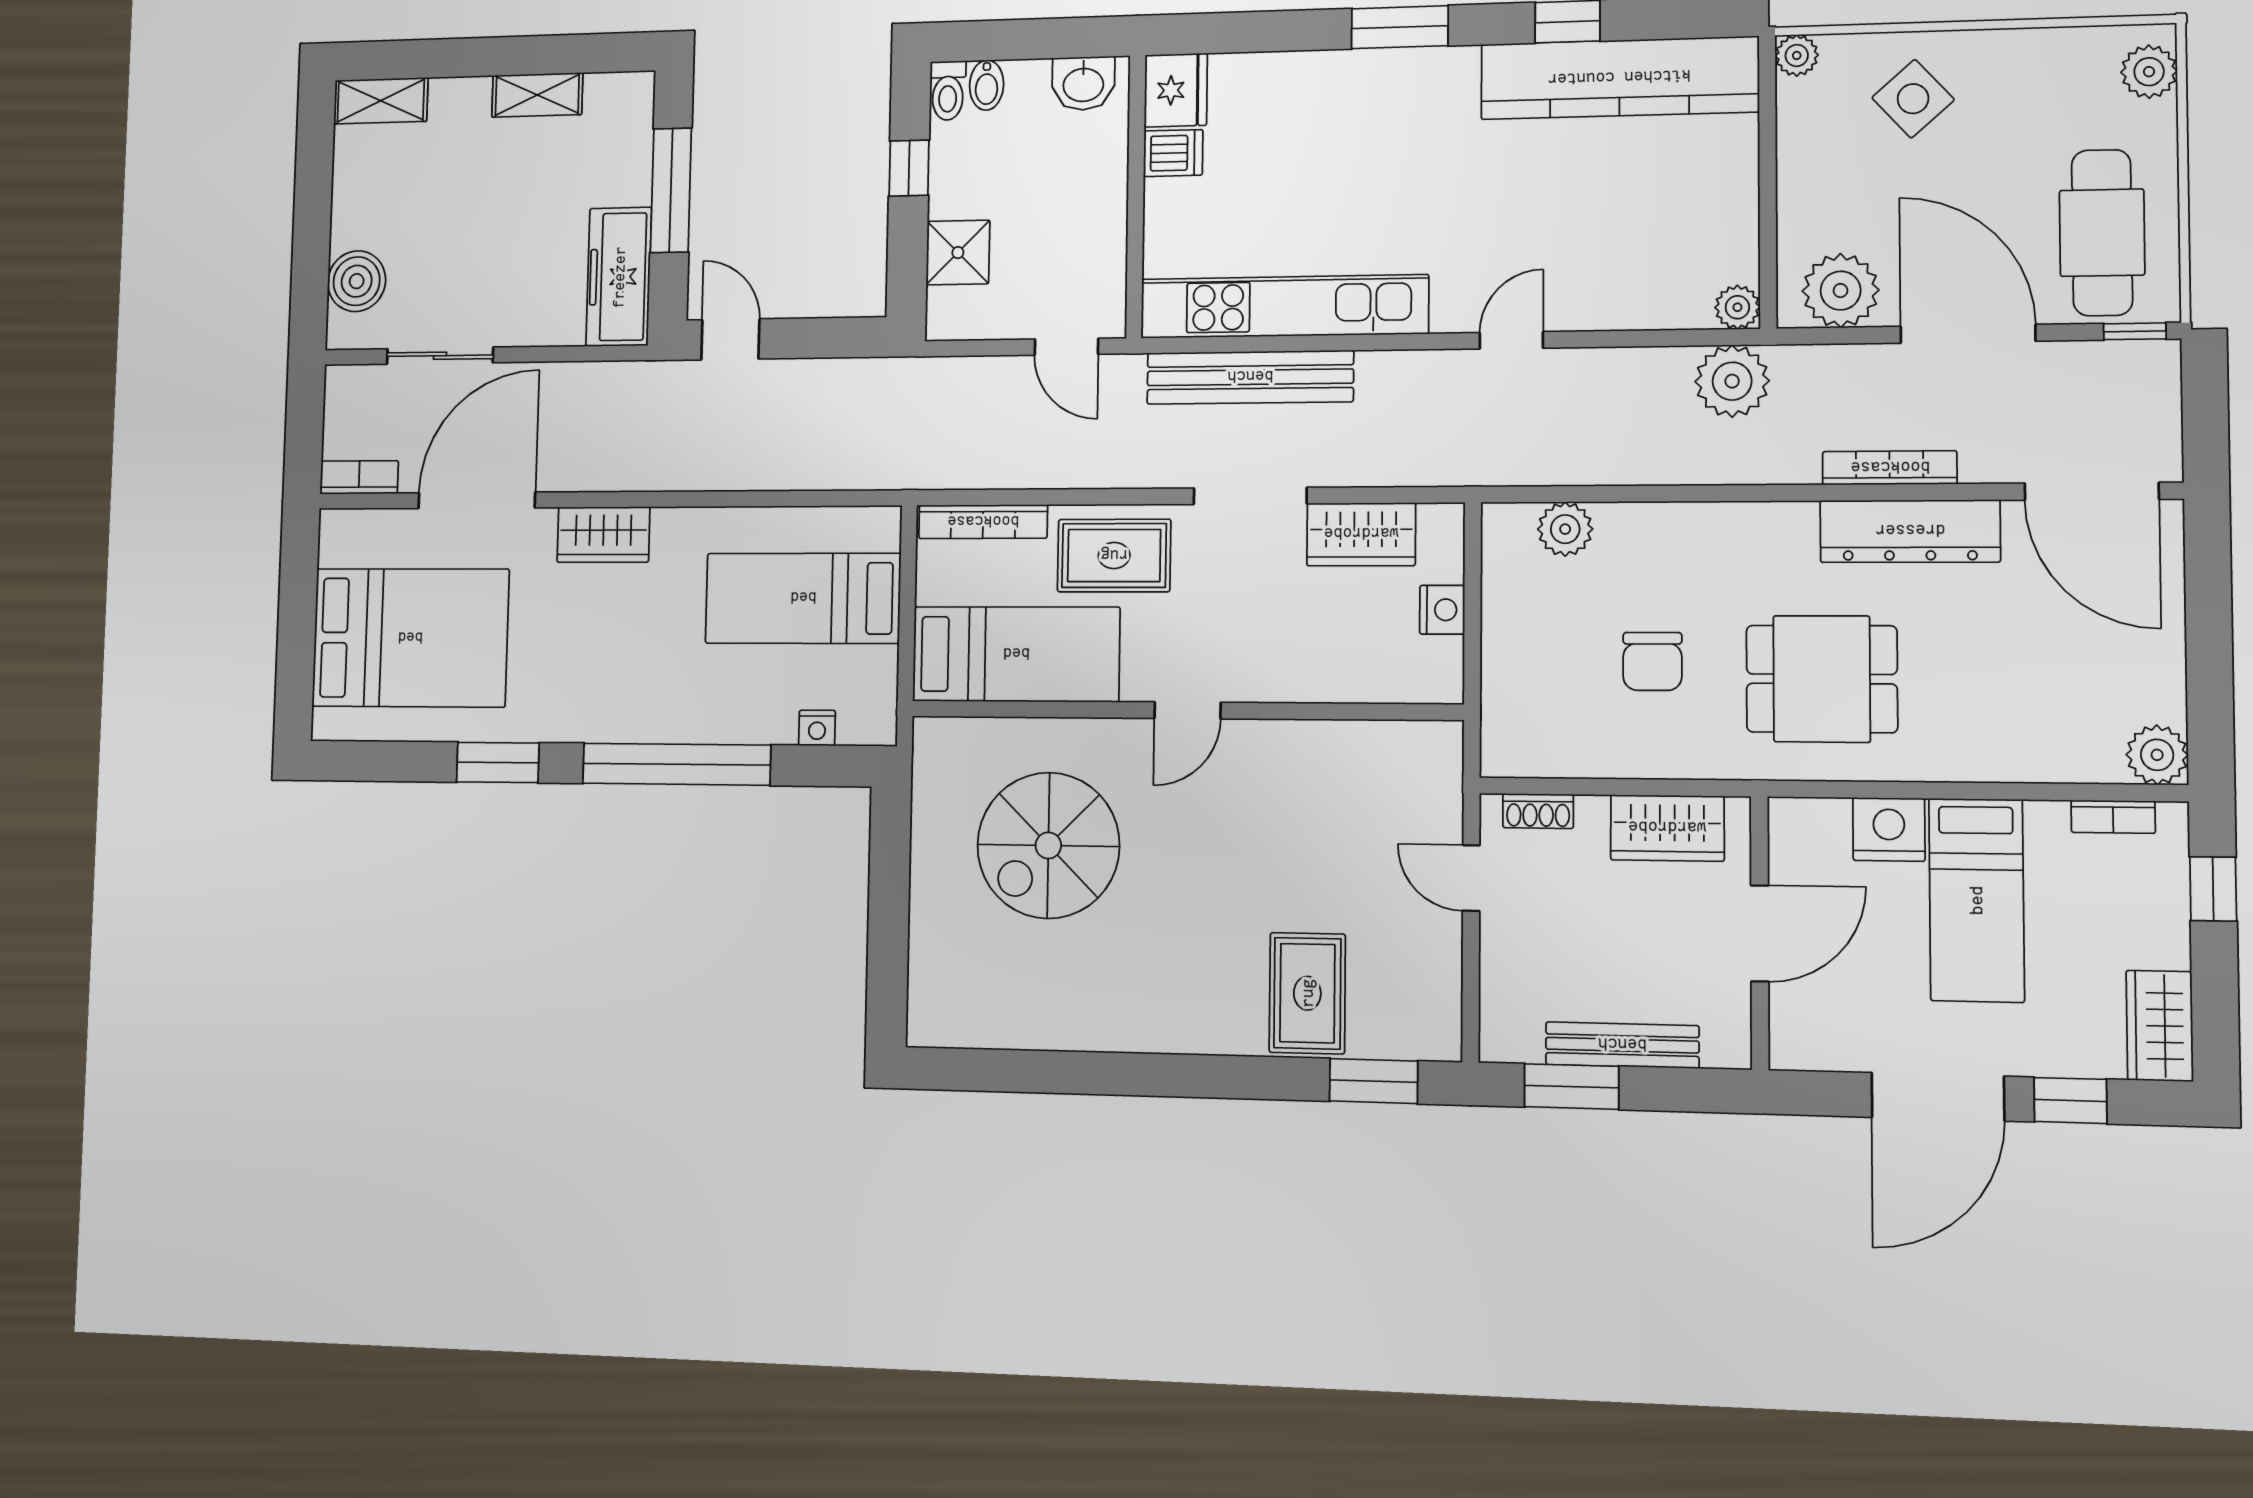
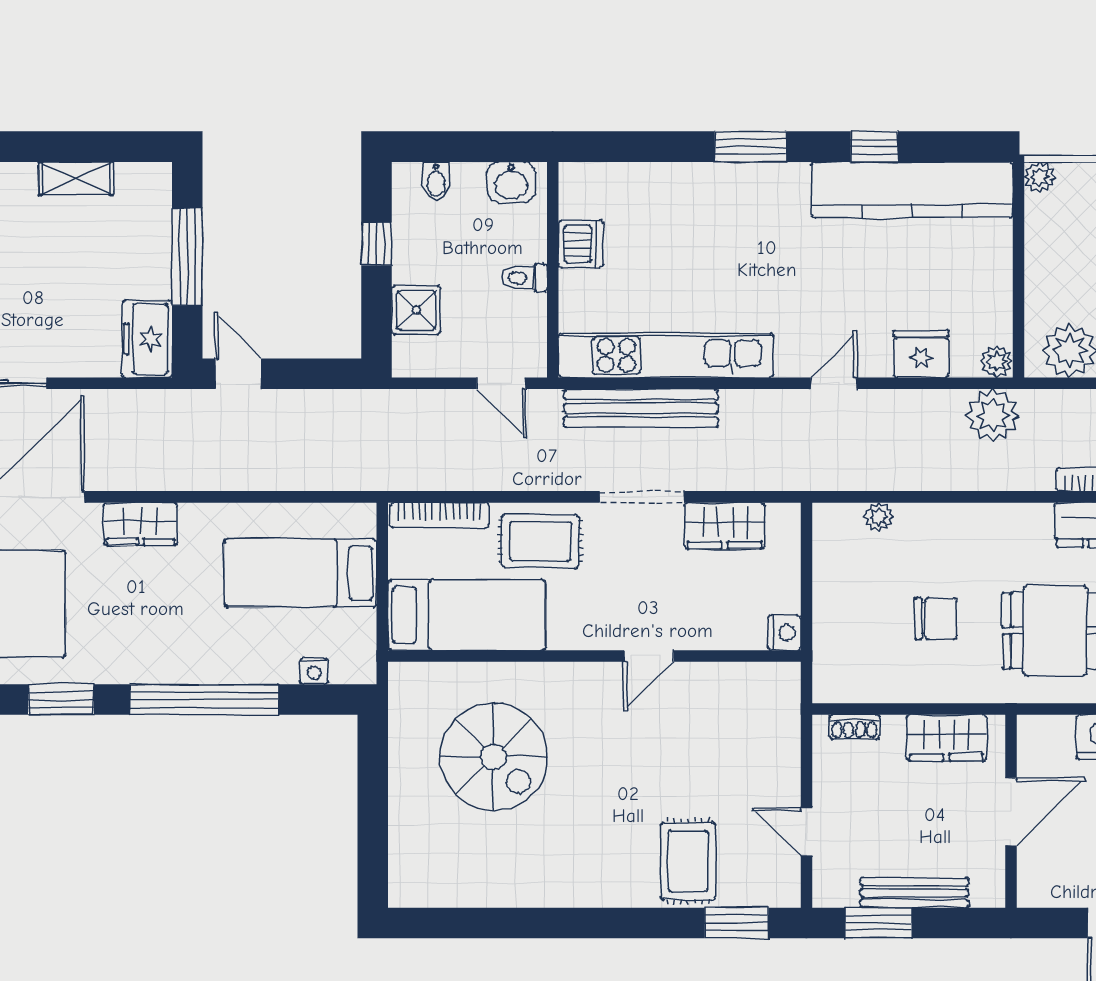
fridge: (1176, 90) -> (921, 354), moved, turned -90
toilet: (948, 91) -> (524, 278), moved, turned 90
dishwasher: (1173, 153) -> (581, 244), width x1.38
freezer: (619, 277) -> (147, 339), width x0.71
plant: (1565, 529) -> (879, 517), width x0.73, depth x0.73
nightstand: (1442, 610) -> (784, 633), moved
chair: (1652, 661) -> (936, 618), turned -90
door: (1188, 710) -> (649, 656), moved
spiral stairs: (1048, 845) -> (494, 757), turned -90
door: (1471, 878) -> (806, 832), moved

